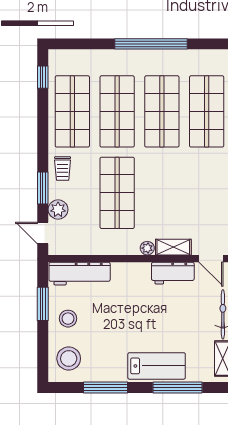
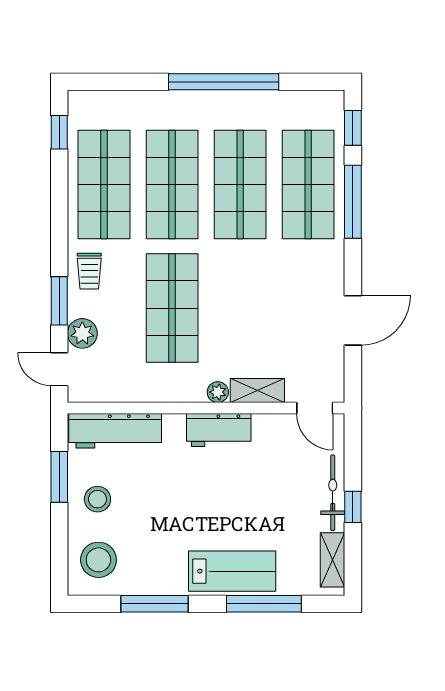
workbench: (173, 273) -> (219, 430), moved

